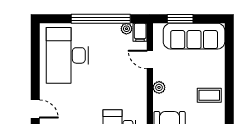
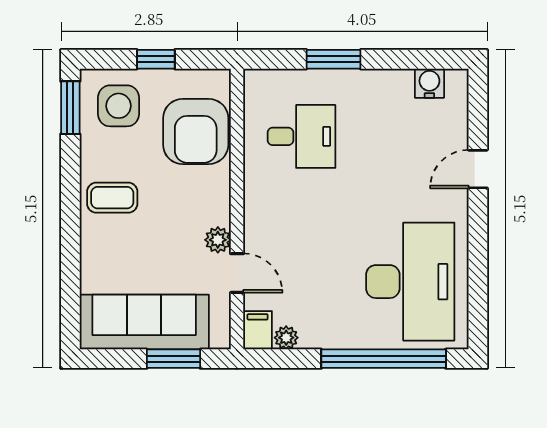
window: (101, 19) -> (384, 359), moved
plant: (159, 87) -> (218, 240), moved
door: (35, 109) -> (478, 169), hinge flipped

